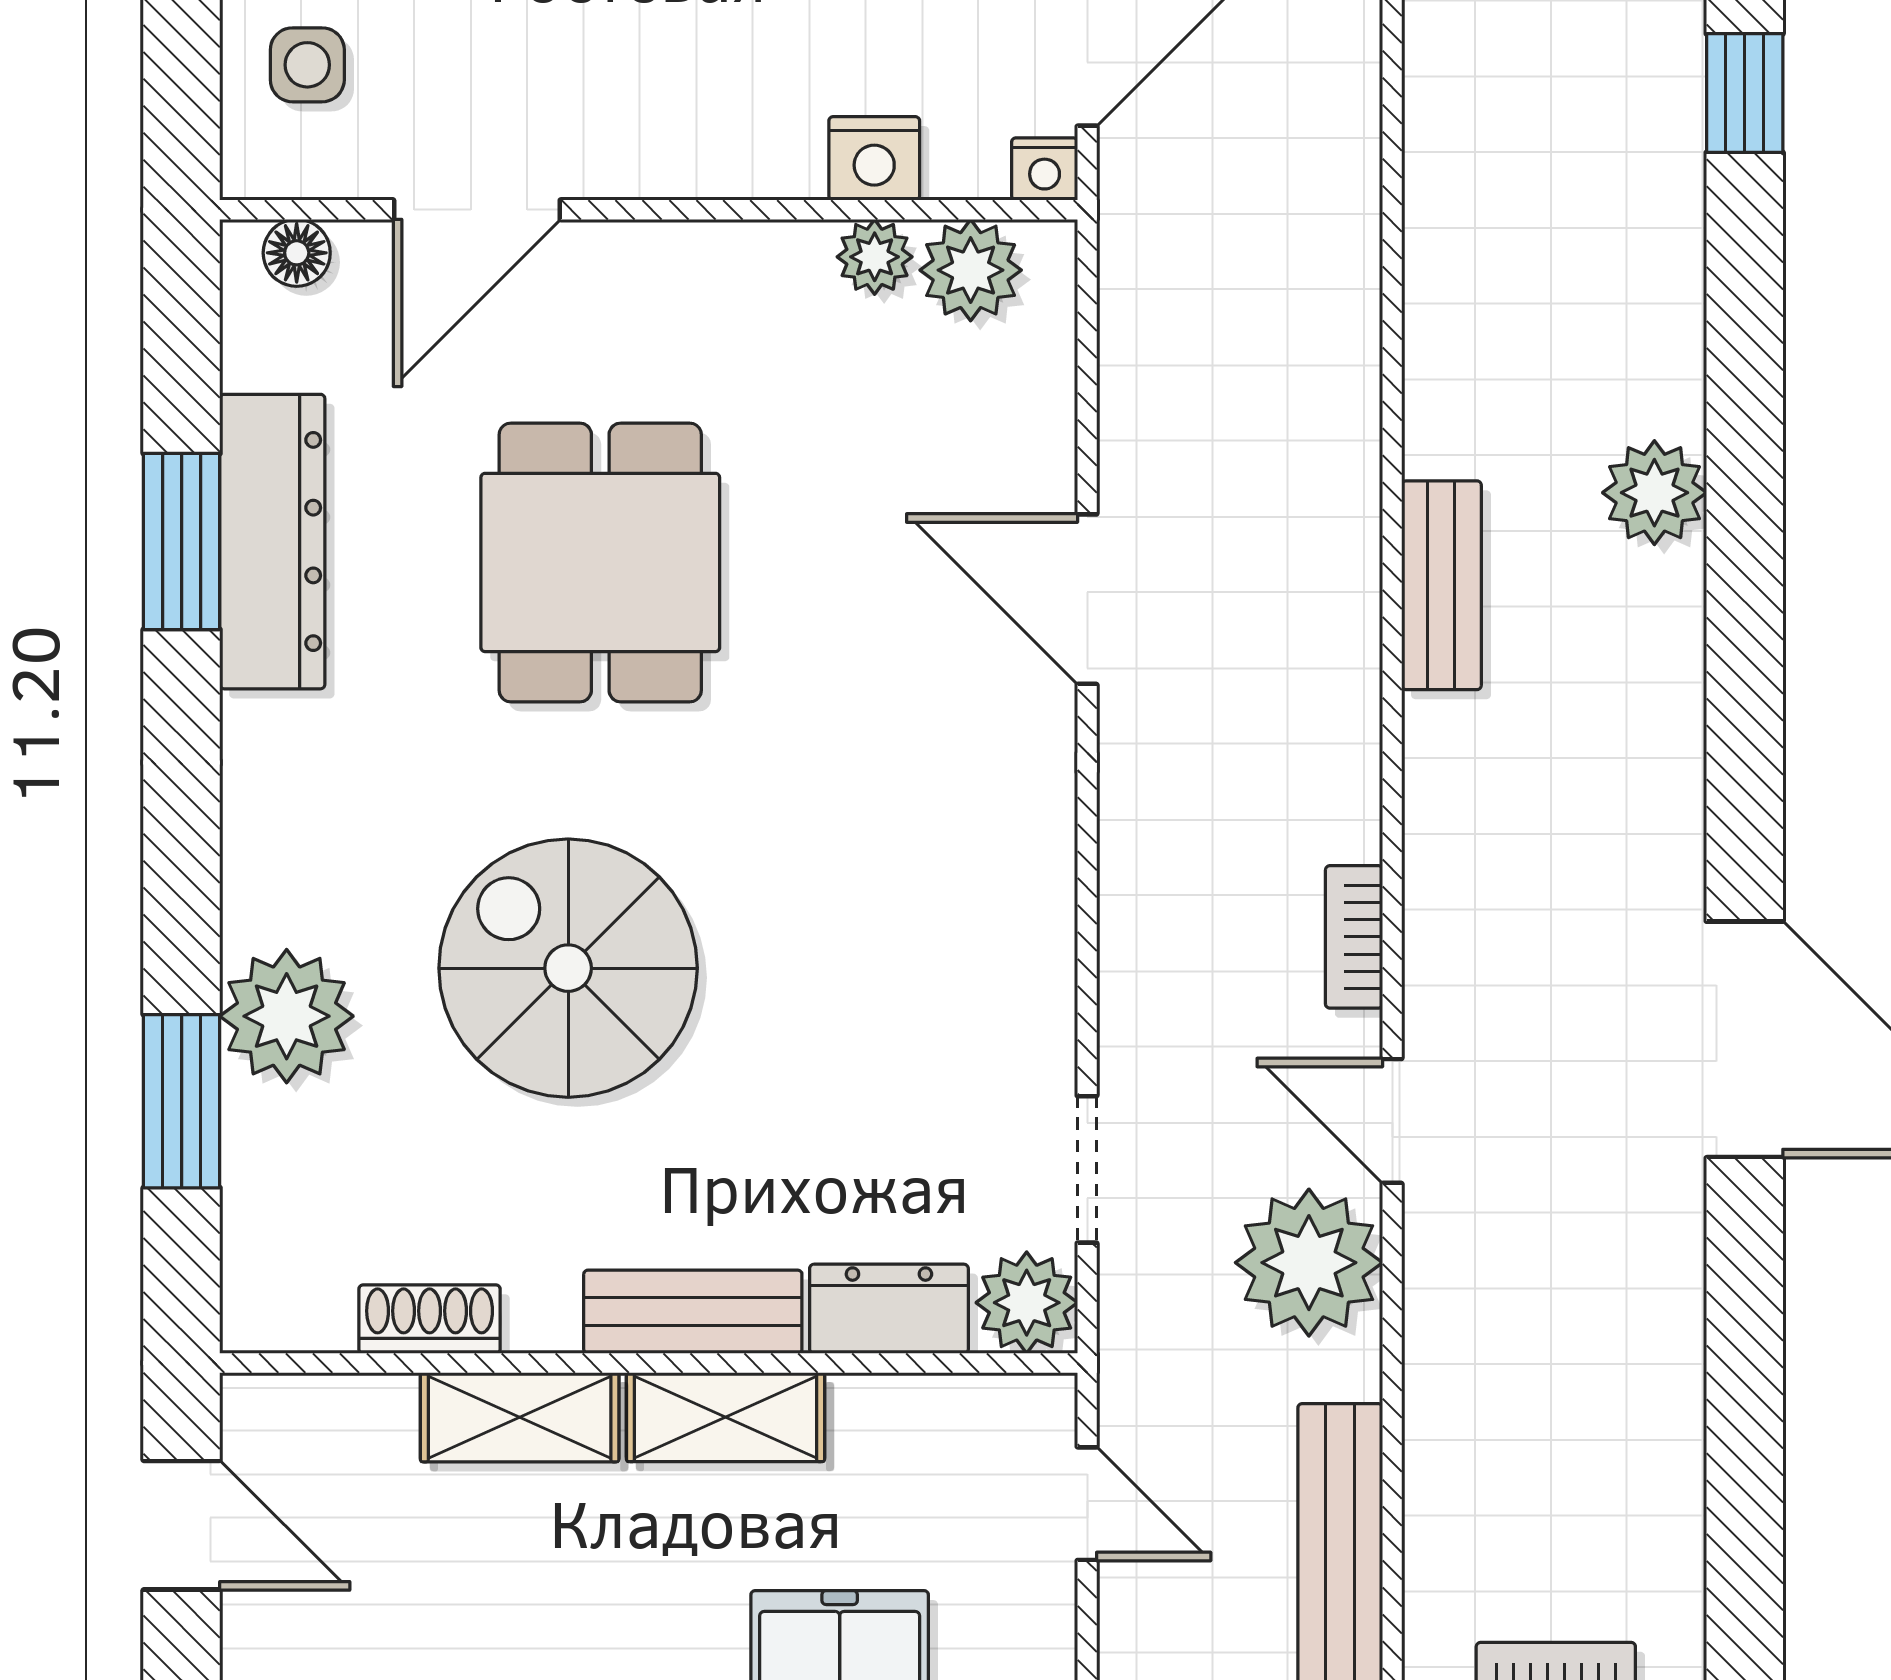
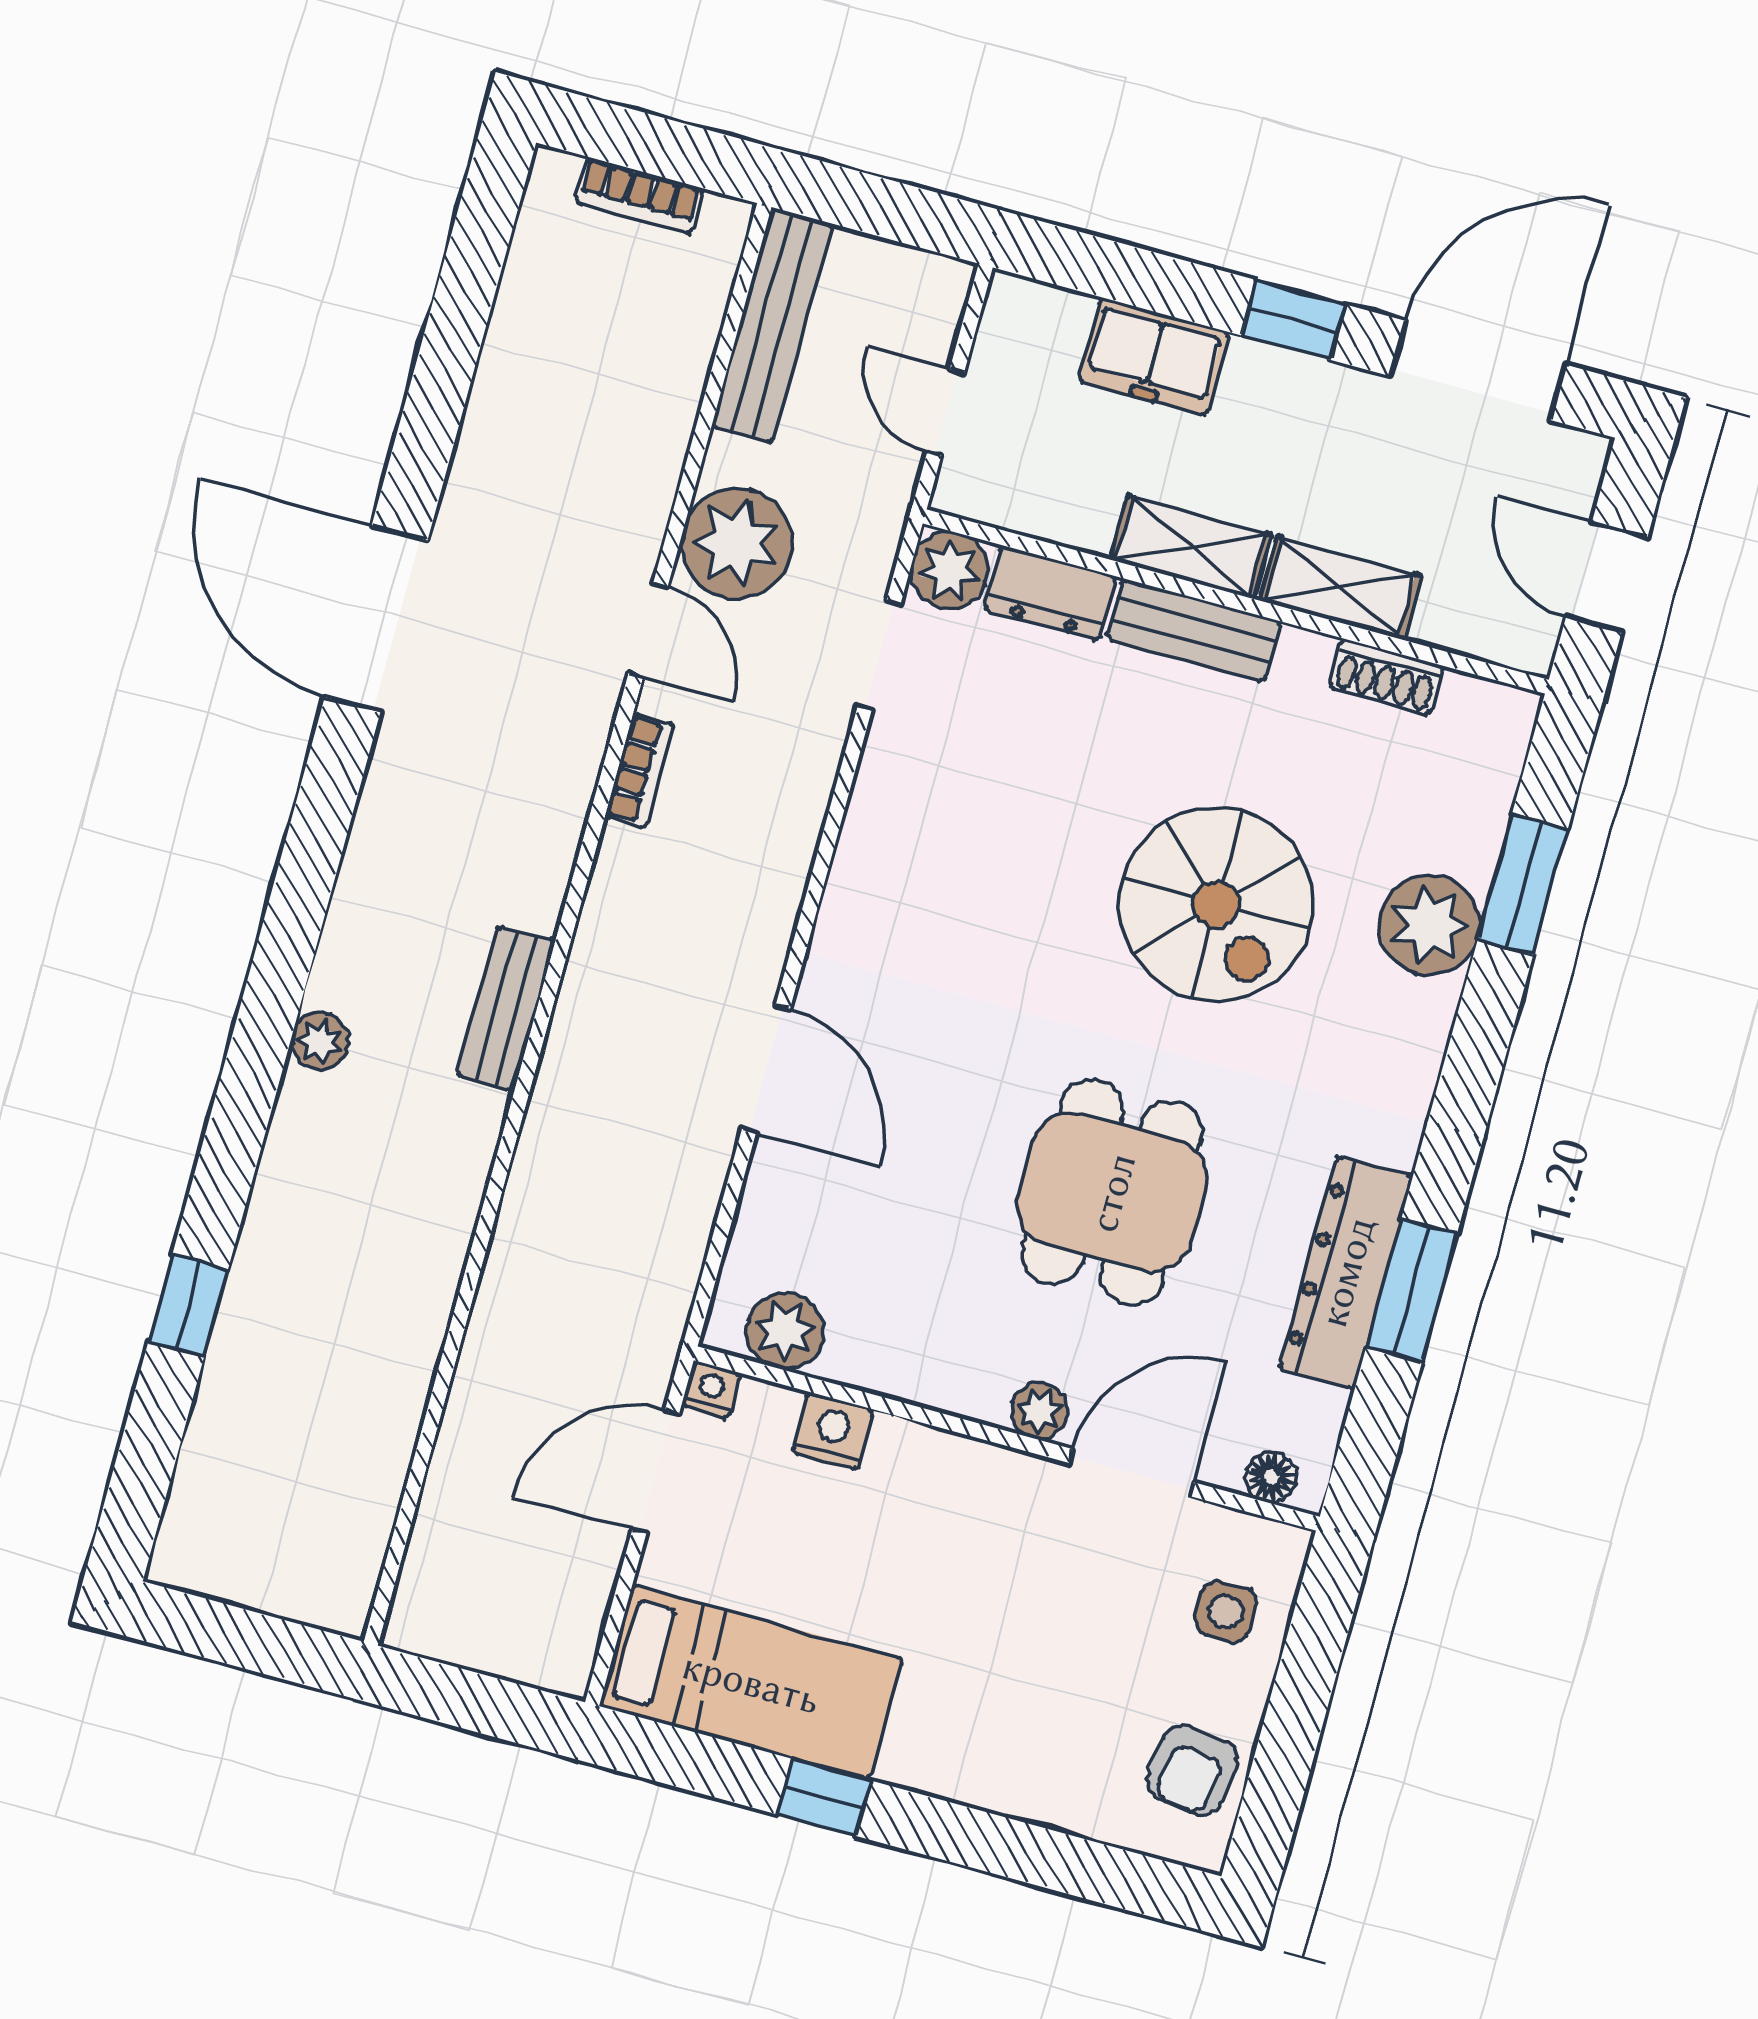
plant: (875, 257) -> (1039, 1411), moved
plant: (1654, 493) -> (320, 1041), width x0.73, depth x0.73

